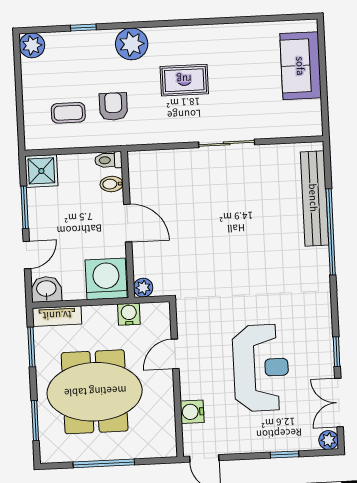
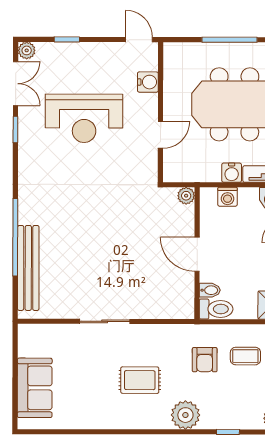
toilet: (108, 160) -> (216, 309), width x1.37, depth x1.39
washing machine: (106, 279) -> (228, 197), width x0.53, depth x0.53
water cooler: (129, 314) -> (232, 173), moved
reception desk: (261, 368) -> (84, 118), turned -90

